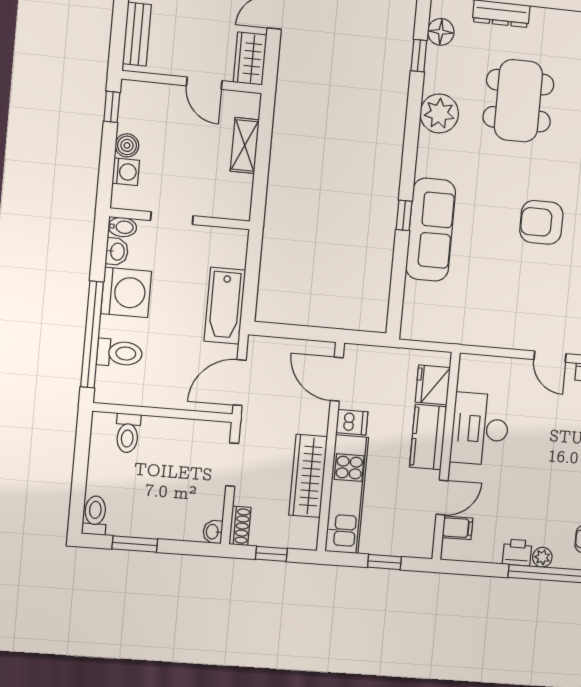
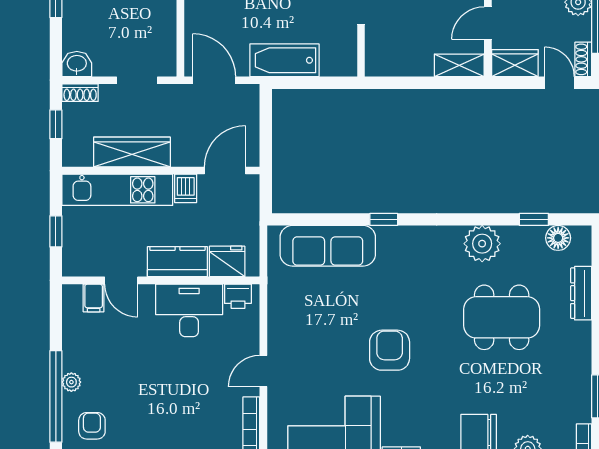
shelving: (245, 145) -> (459, 65), moved
sofa: (431, 230) -> (328, 246), moved
washbasin: (213, 532) -> (77, 64), width x1.38, depth x1.45
printer: (517, 553) -> (238, 296), moved, turned 90

